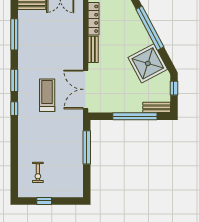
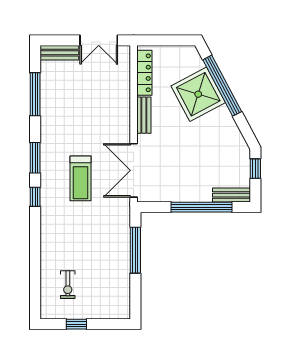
shower: (148, 63) -> (198, 94), moved
treadmill: (47, 95) -> (80, 178), turned 180

